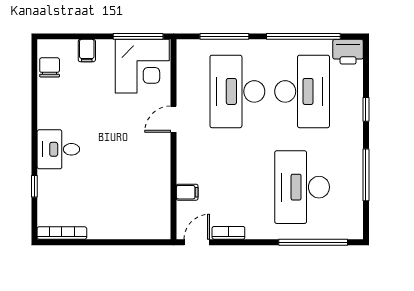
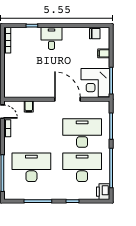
desk: (302, 91) -> (82, 167), turned 180
door: (173, 119) -> (67, 99), width x1.88

